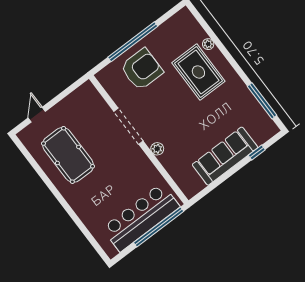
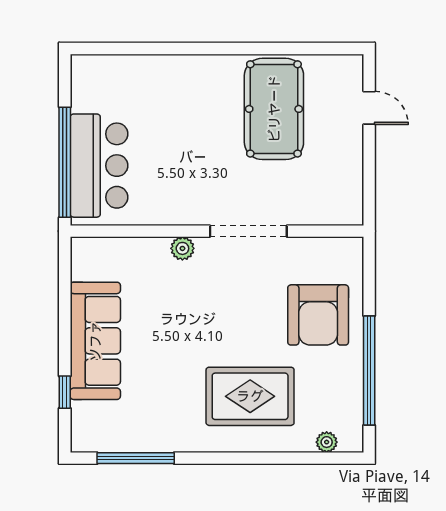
window: (133, 42) -> (369, 371), moved
plant: (208, 44) -> (327, 442), moved
pool table: (68, 155) -> (274, 109), turned 90
bar counter: (141, 217) -> (99, 166), width x0.73

